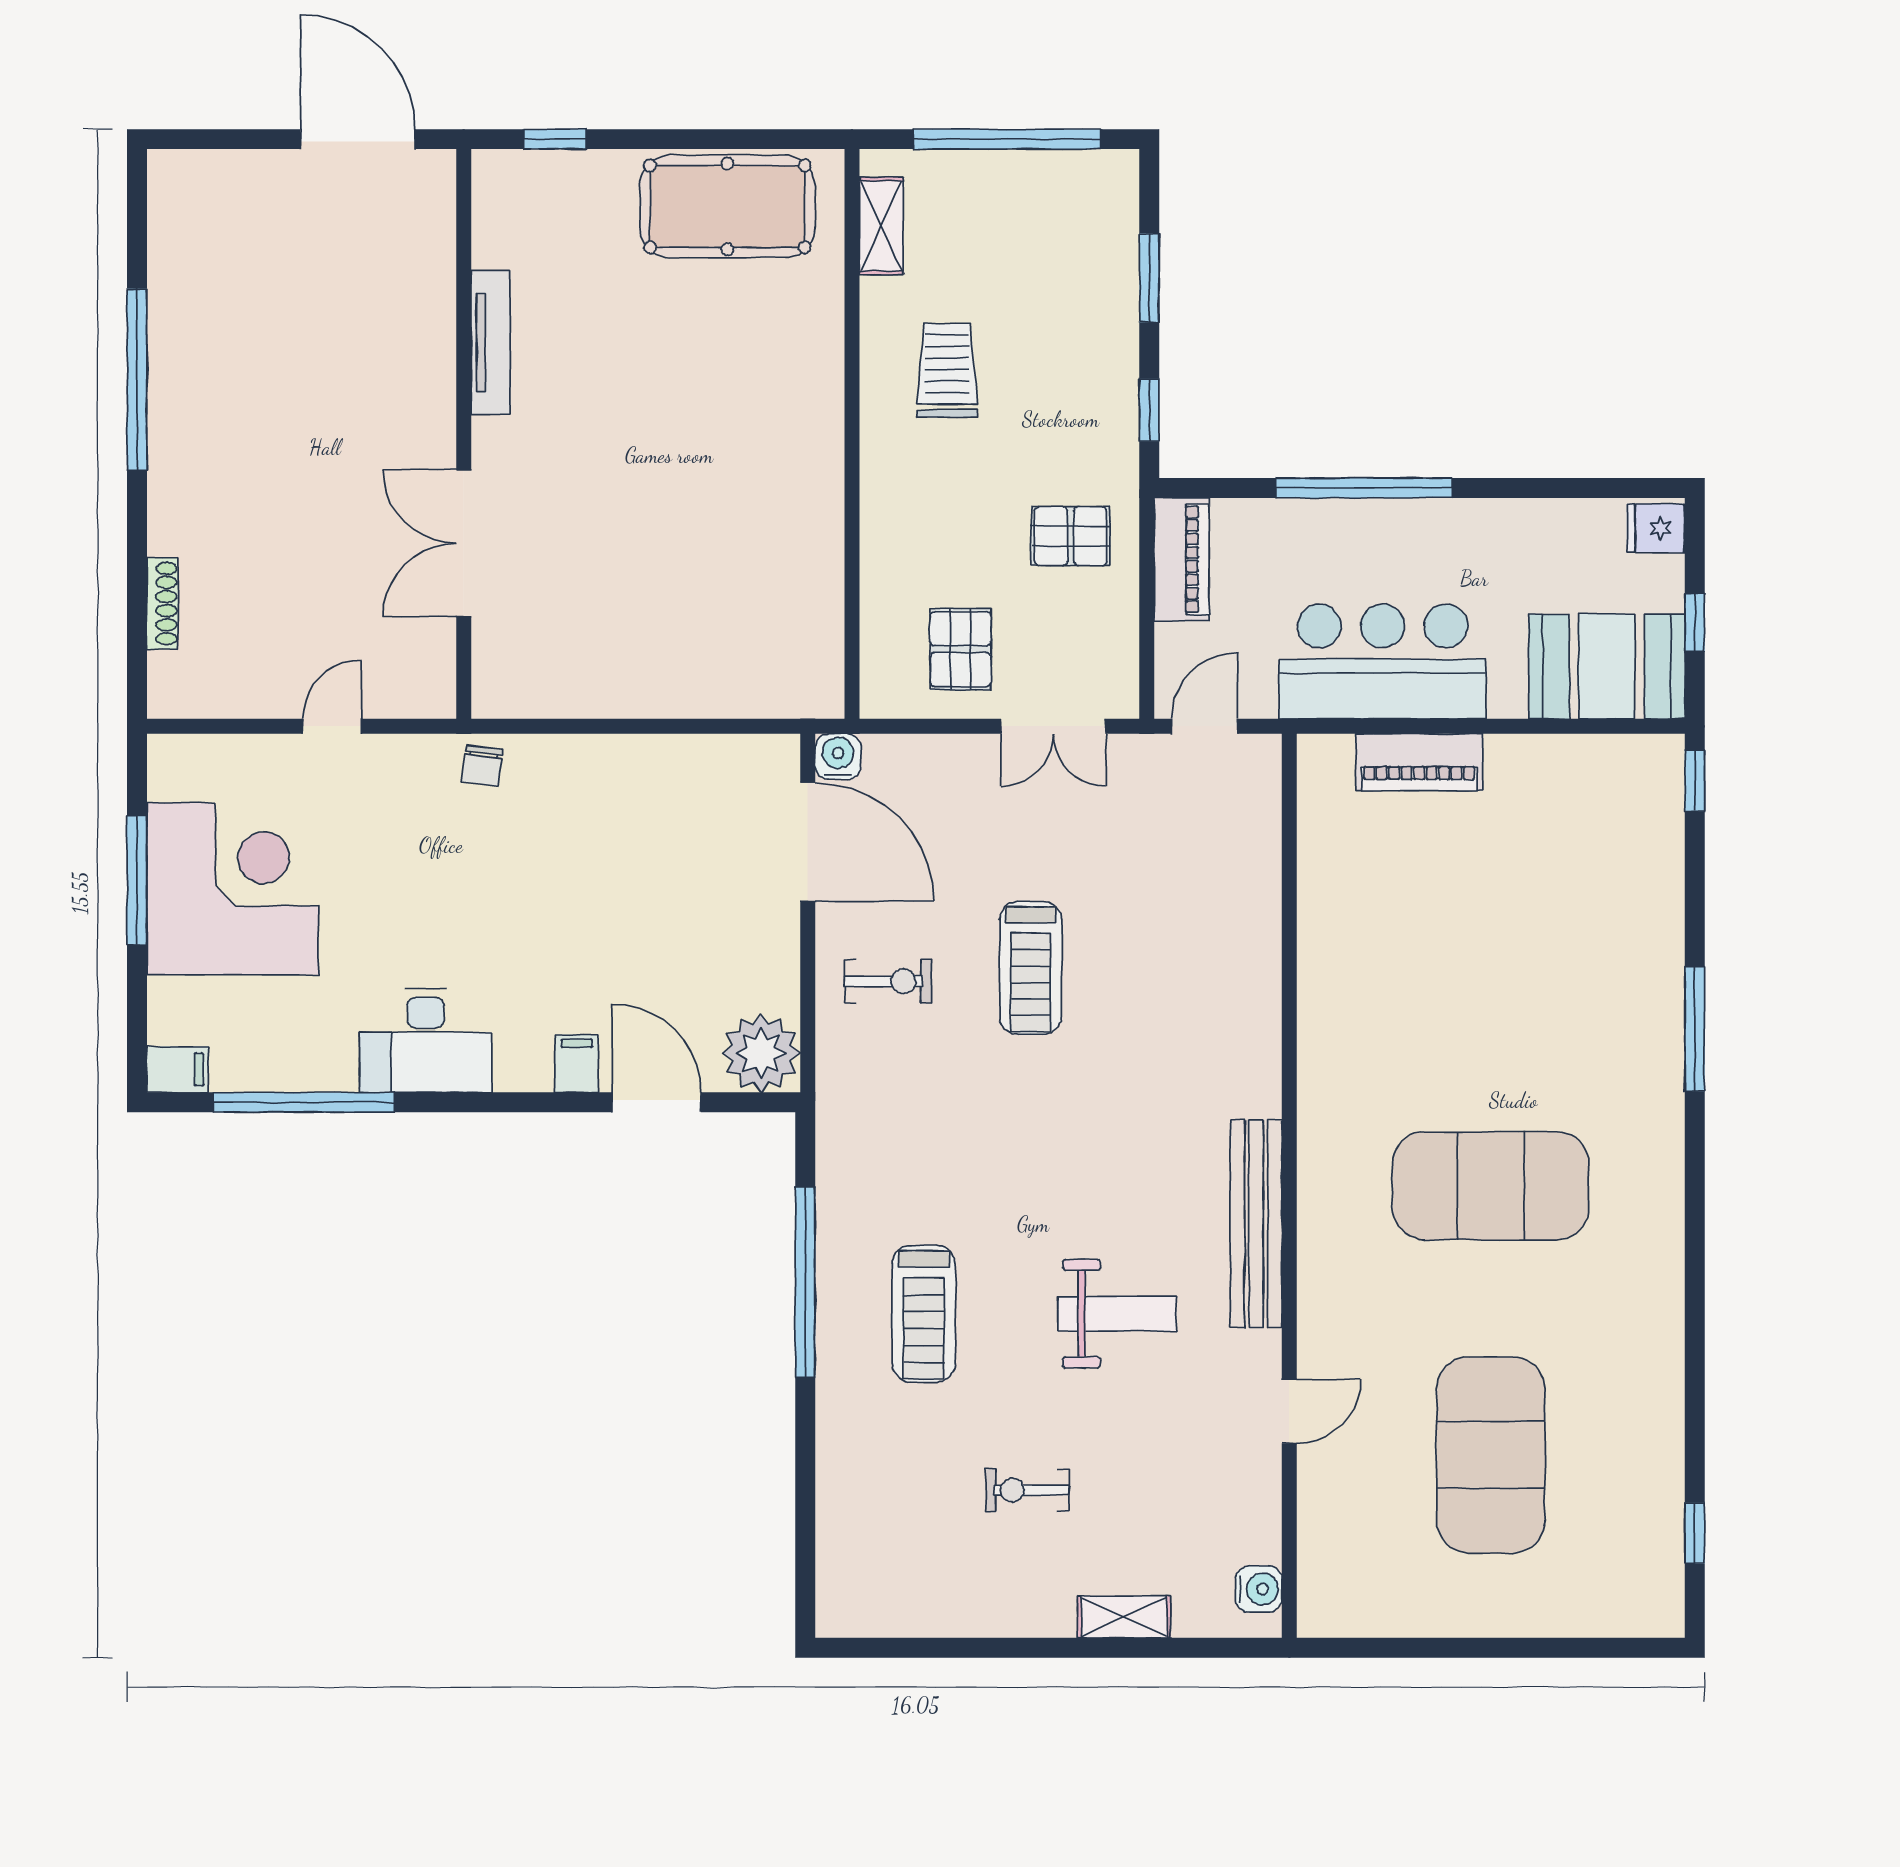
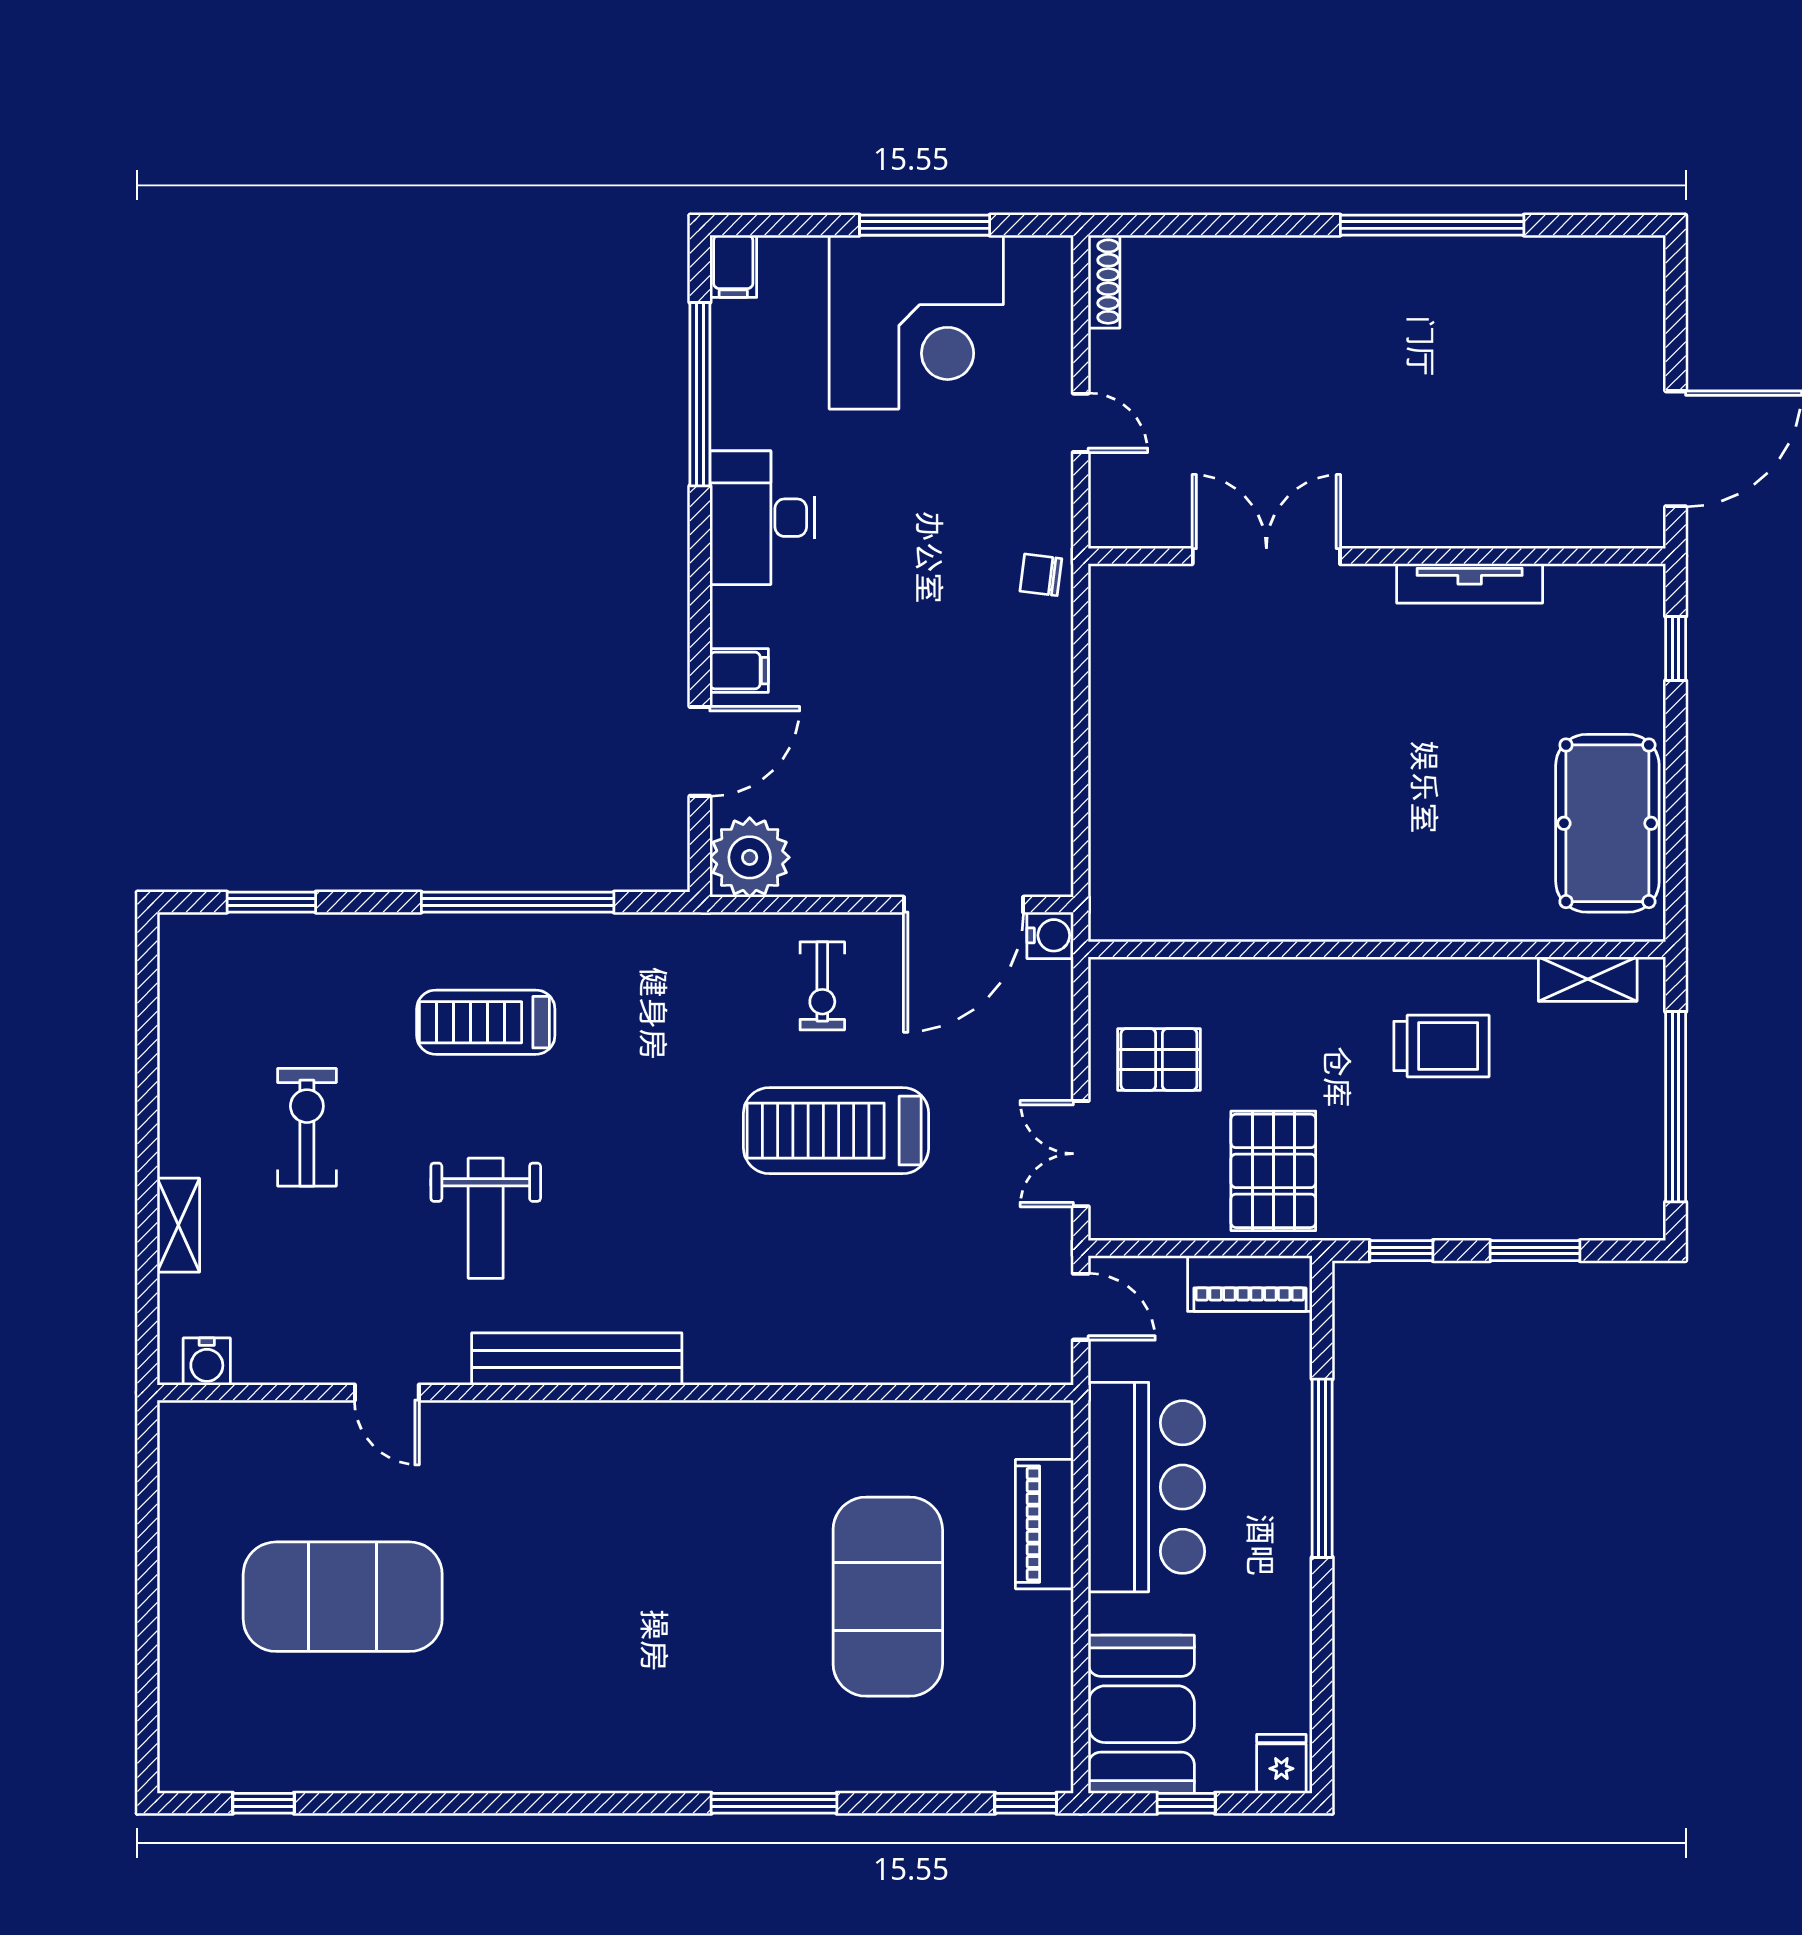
pallet: (1070, 536) -> (1273, 1171), width x1.50, depth x1.42
shoe rack: (162, 604) -> (1104, 282), moved, turned -90
treadmill: (1031, 968) -> (836, 1131), width x1.37, depth x1.38
exercise mat: (1491, 1186) -> (888, 1597), moved
exercise bike: (1027, 1490) -> (307, 1127), width x1.38, depth x1.39
window: (805, 1525) -> (271, 902), added

